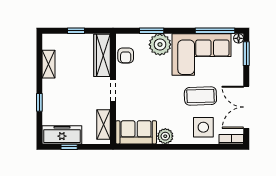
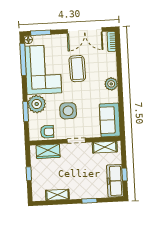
wardrobe: (102, 55) -> (48, 151), width x0.67
side table: (203, 127) -> (68, 111), moved
plant: (165, 136) -> (111, 84), moved

